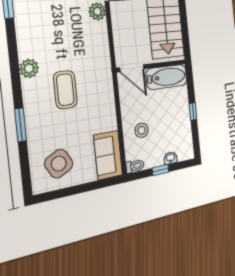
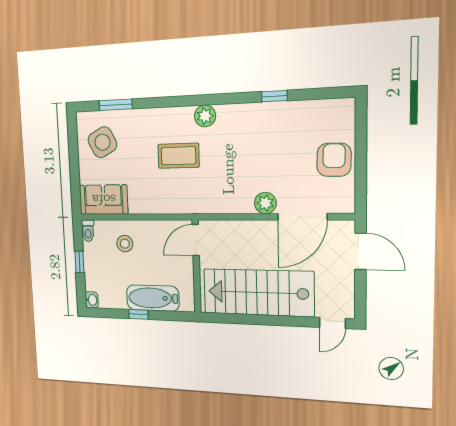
bathtub: (167, 77) -> (153, 298), moved, turned 90
window: (21, 125) -> (116, 105), moved
washbasin: (170, 158) -> (92, 300), moved

